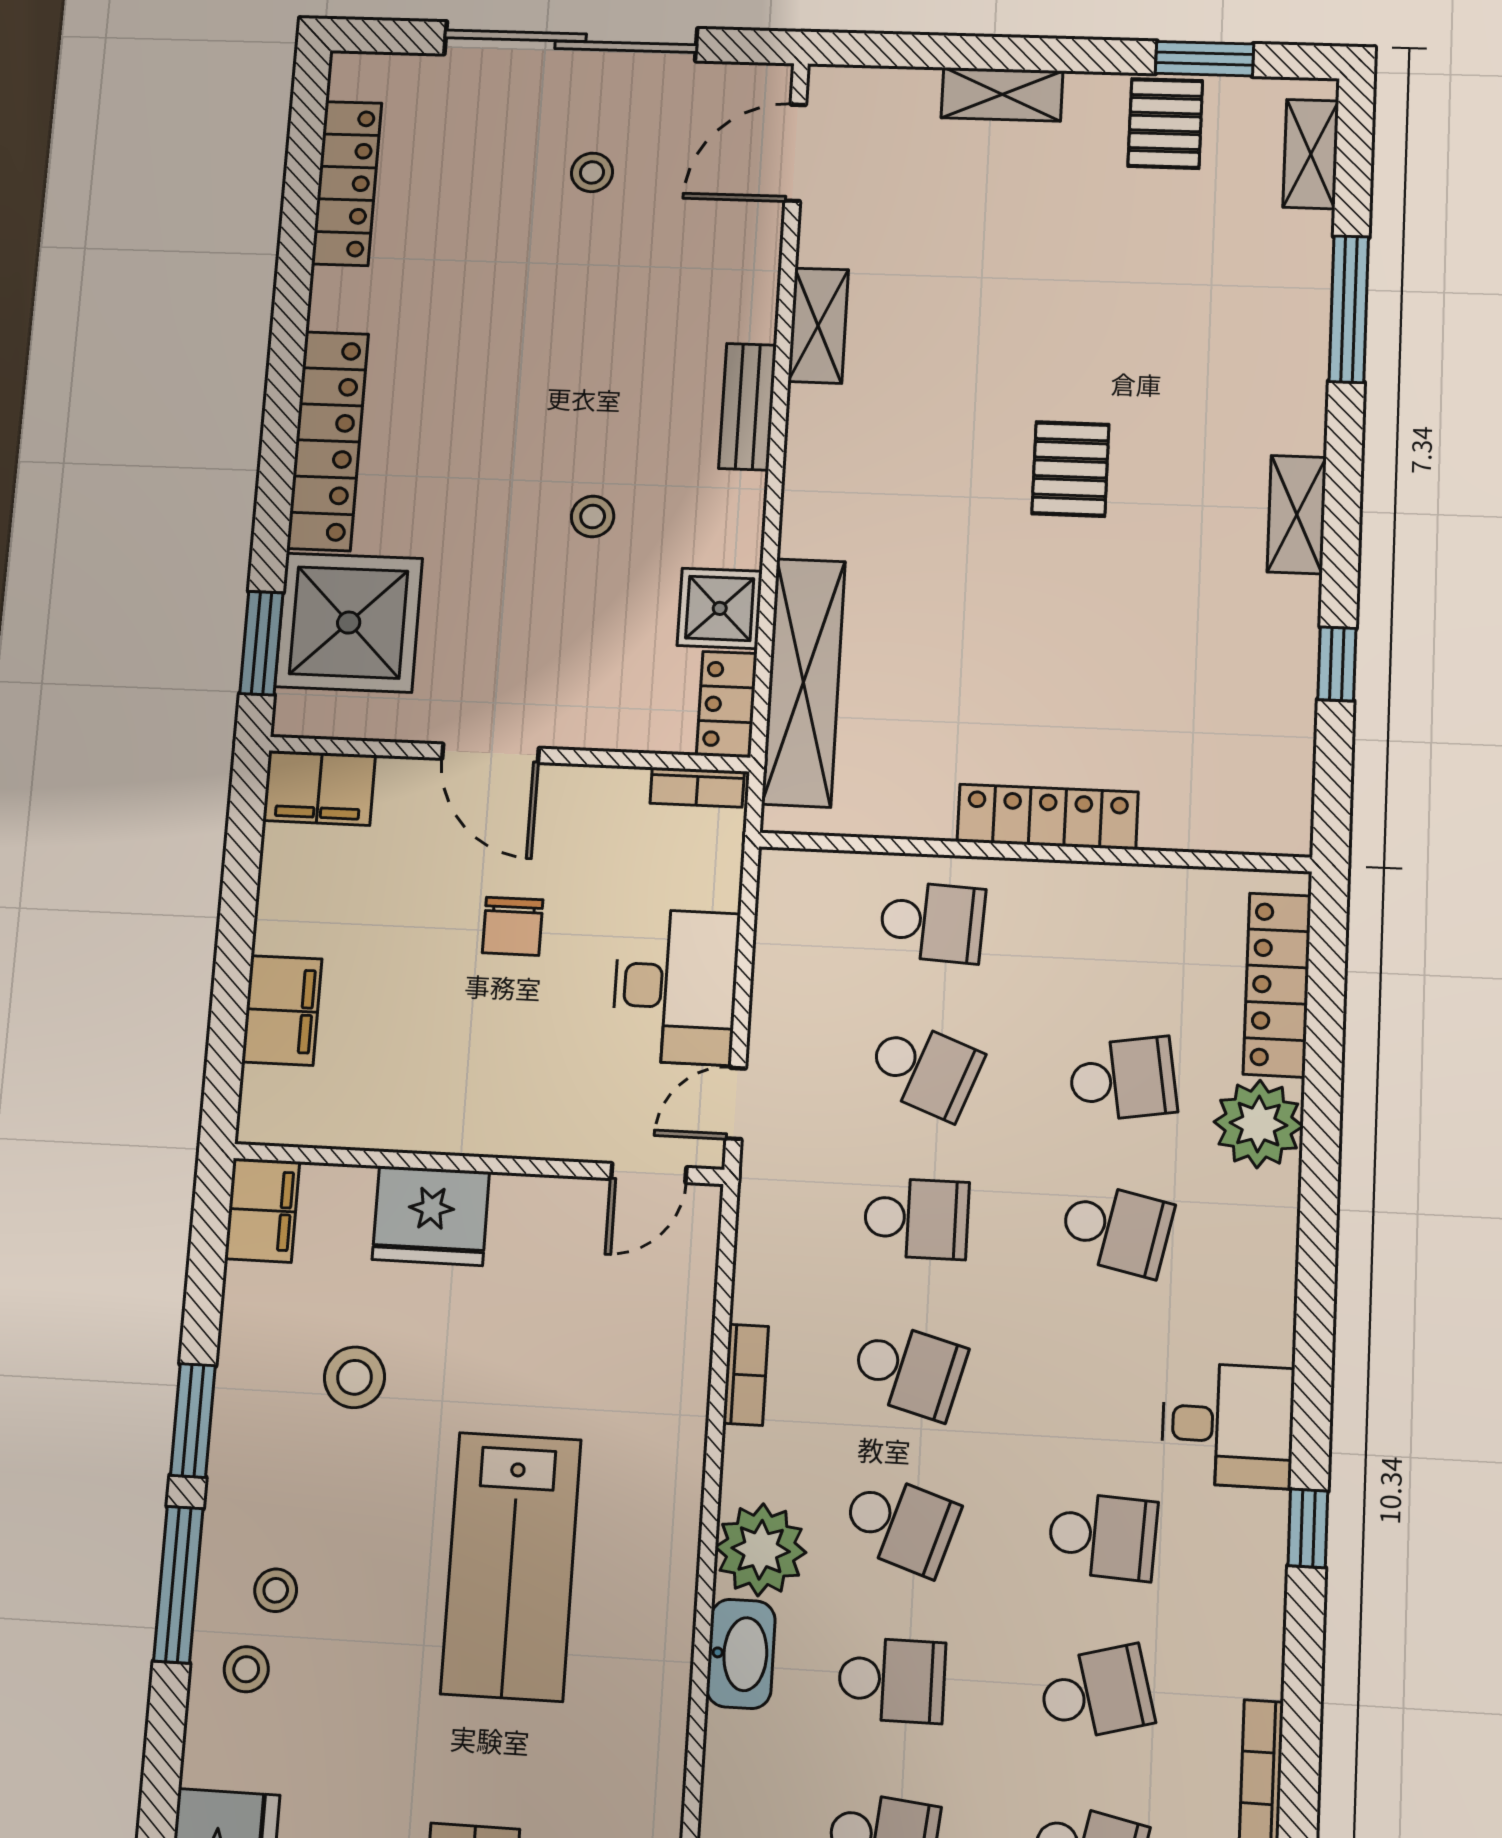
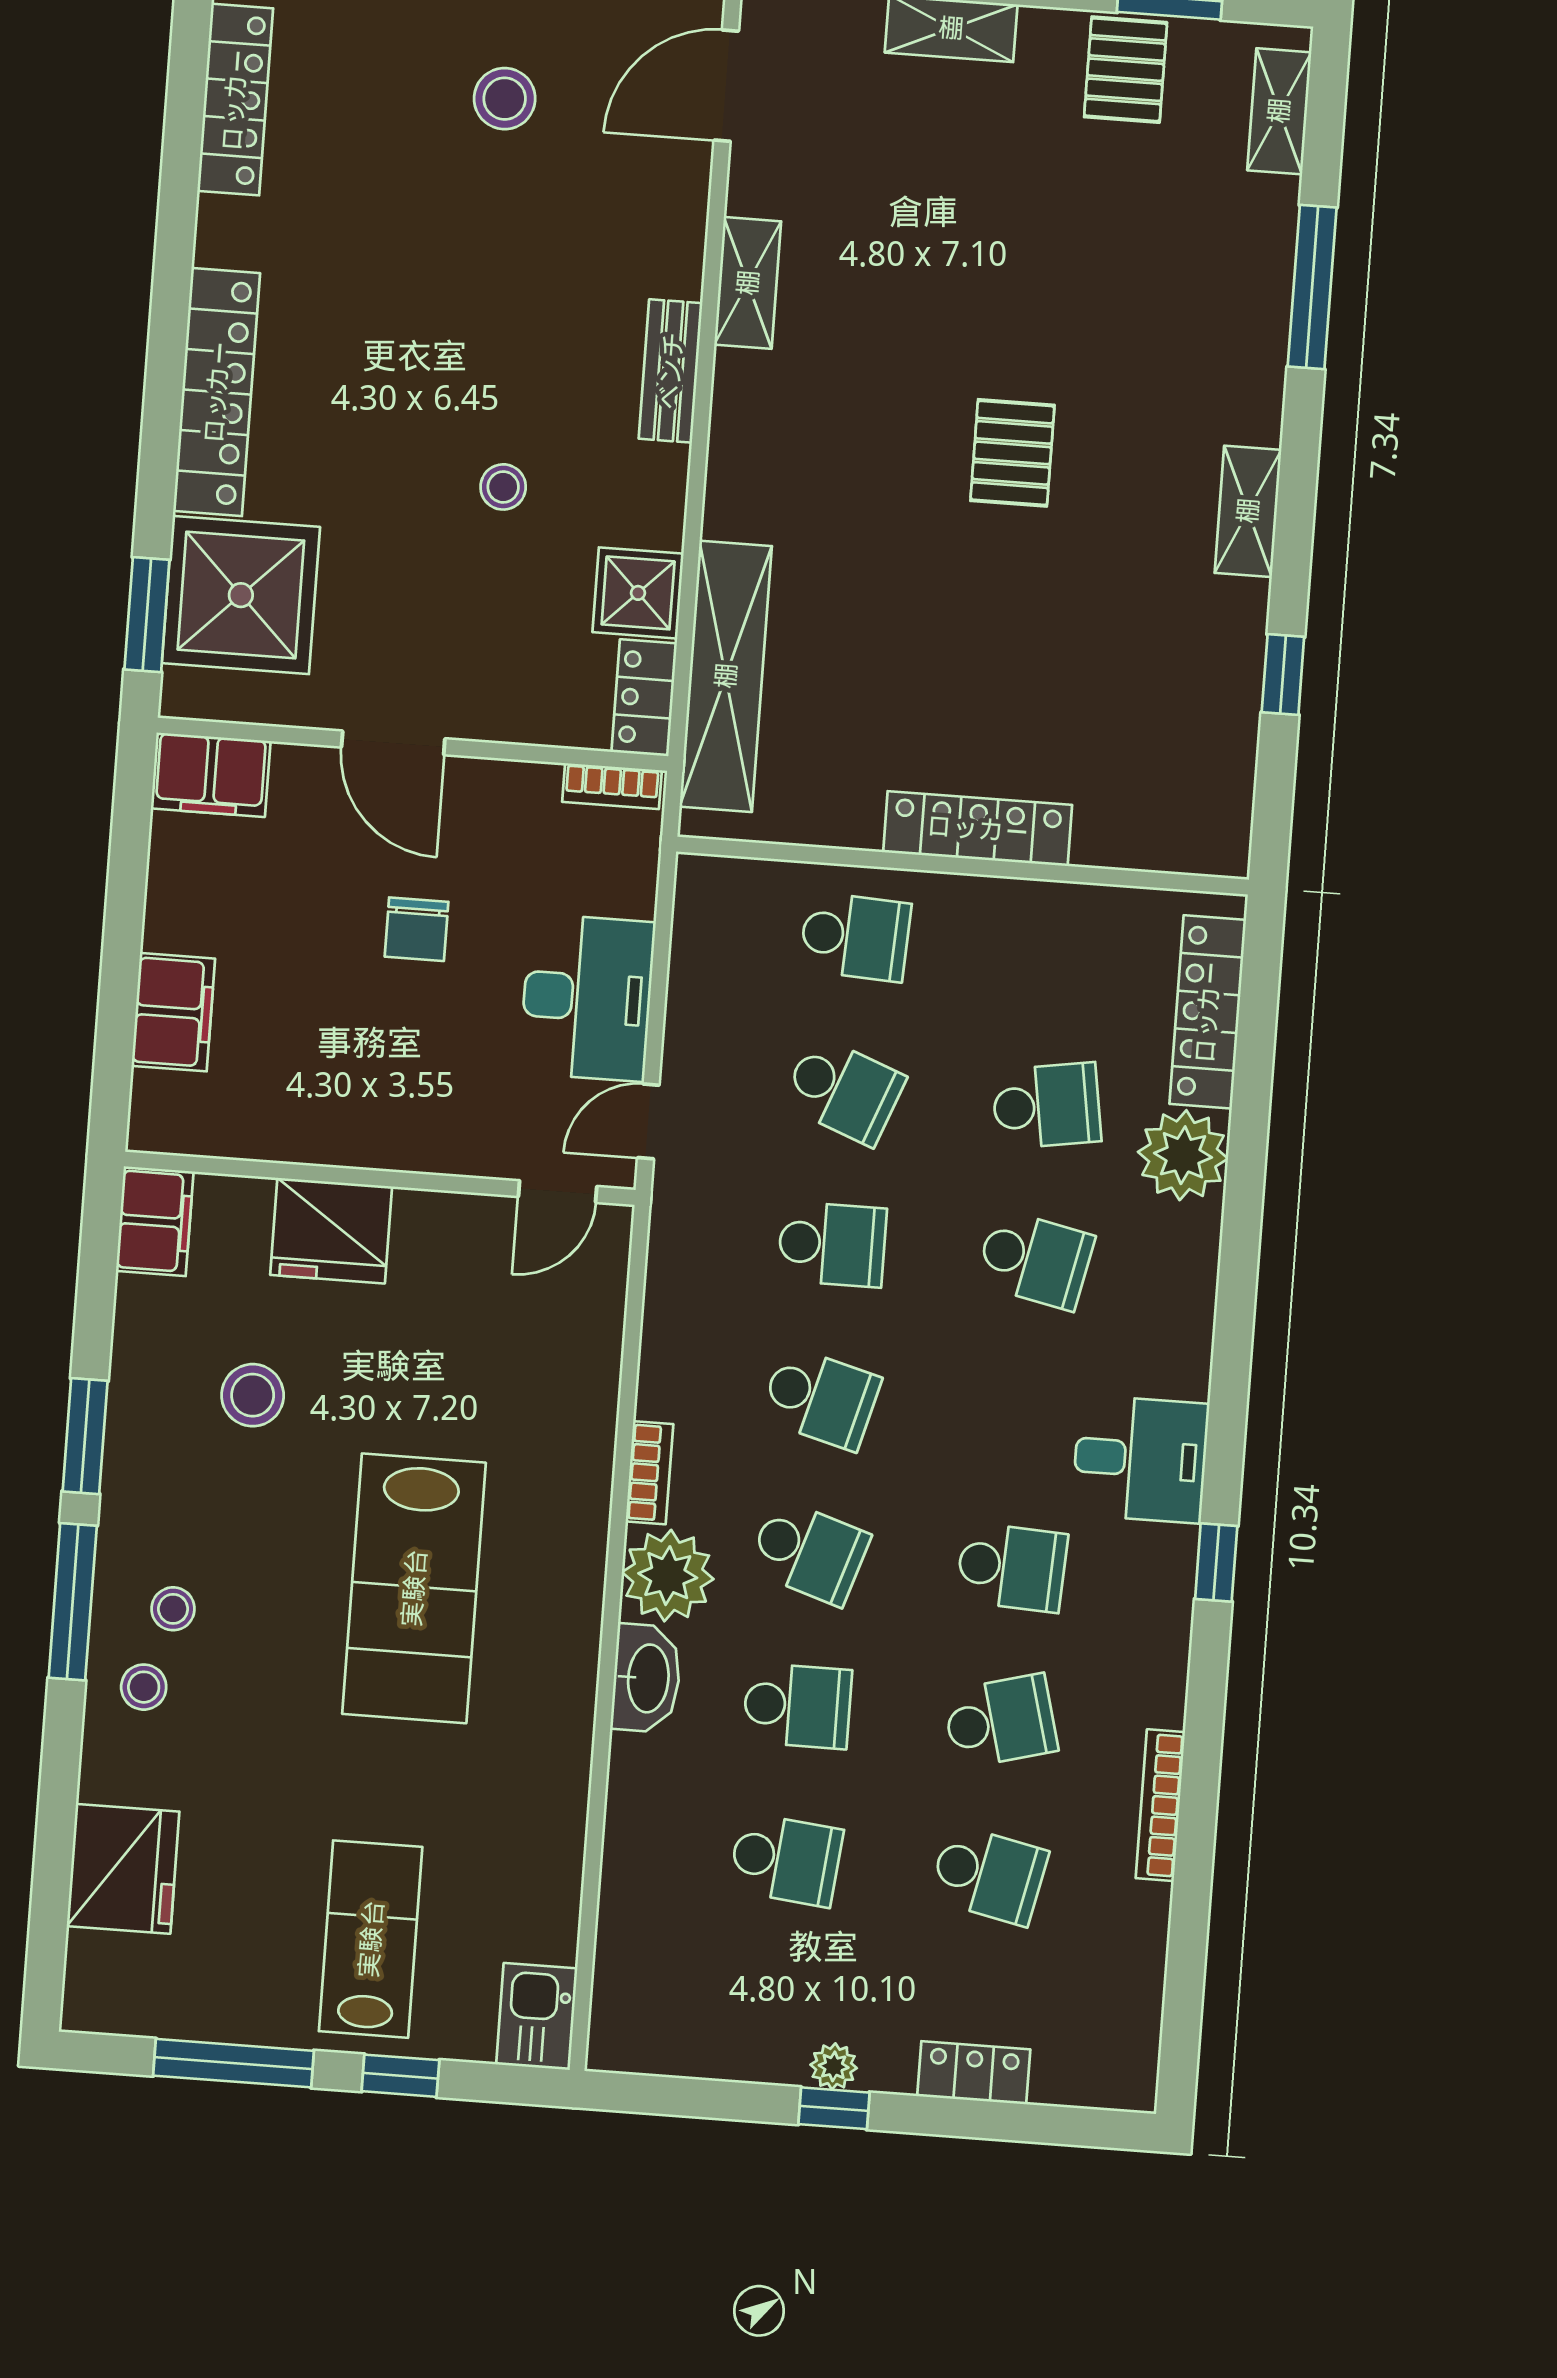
stool: (592, 172) -> (505, 99), width x1.37, depth x1.37
bookcase: (746, 1375) -> (649, 1473), moved

